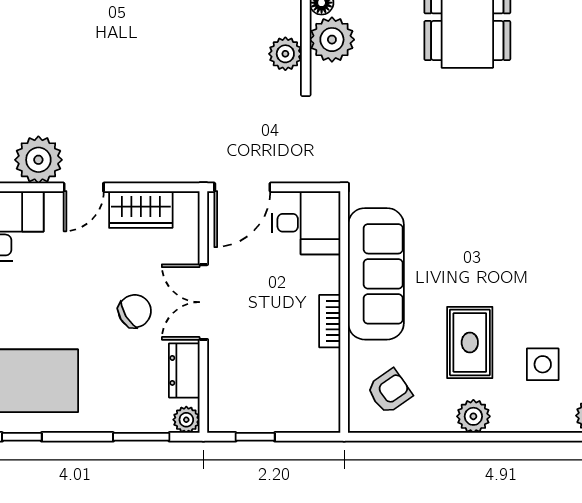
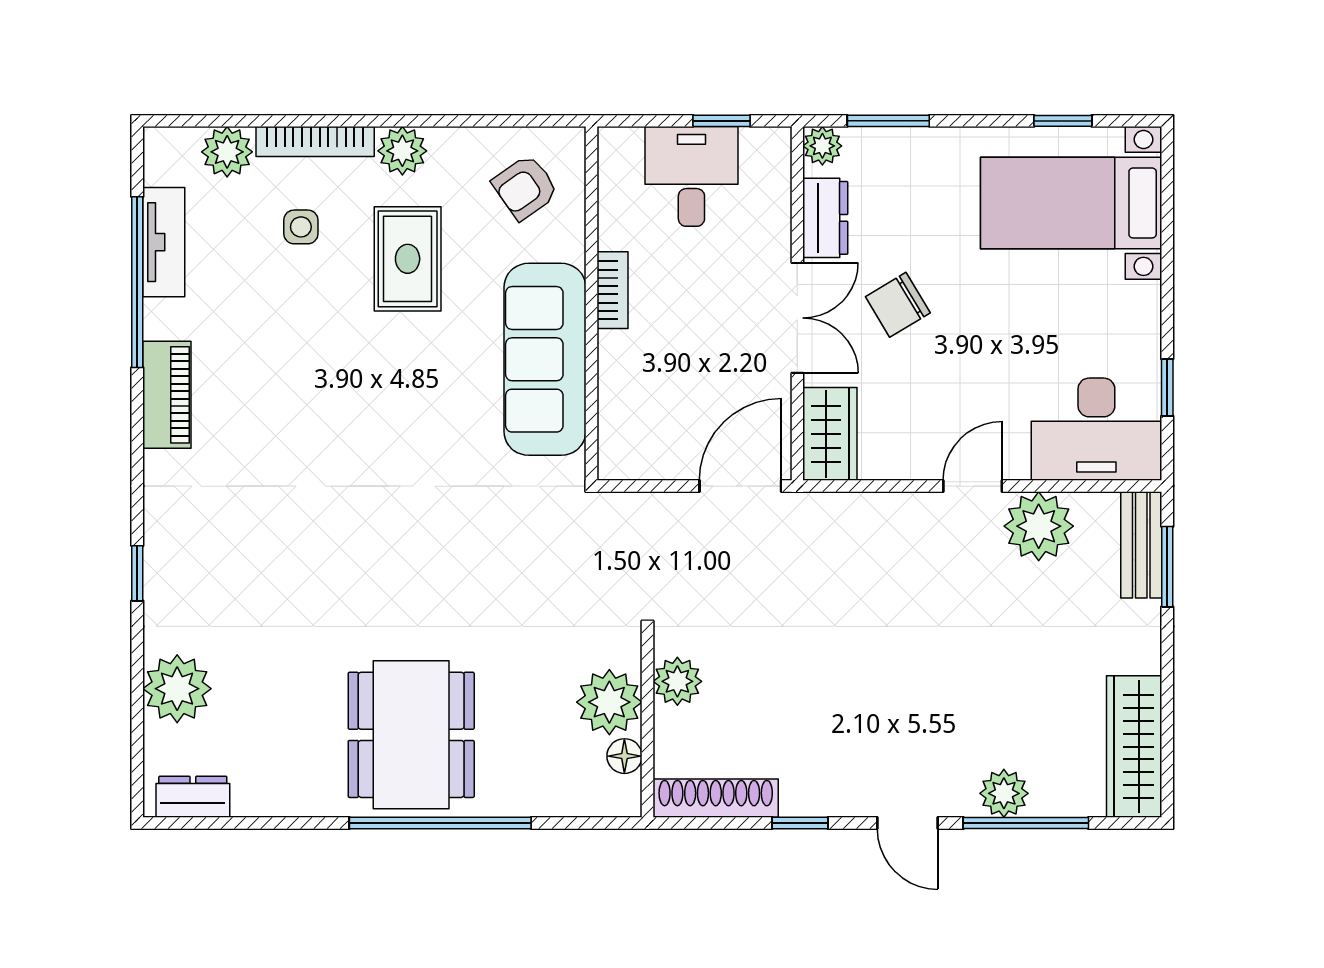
wardrobe: (141, 210) -> (830, 434), moved, turned 90
desk: (306, 223) -> (691, 176), moved, turned 90
side table: (543, 364) -> (301, 227), width x0.73, depth x0.73
bookcase: (533, 423) -> (315, 142), added

